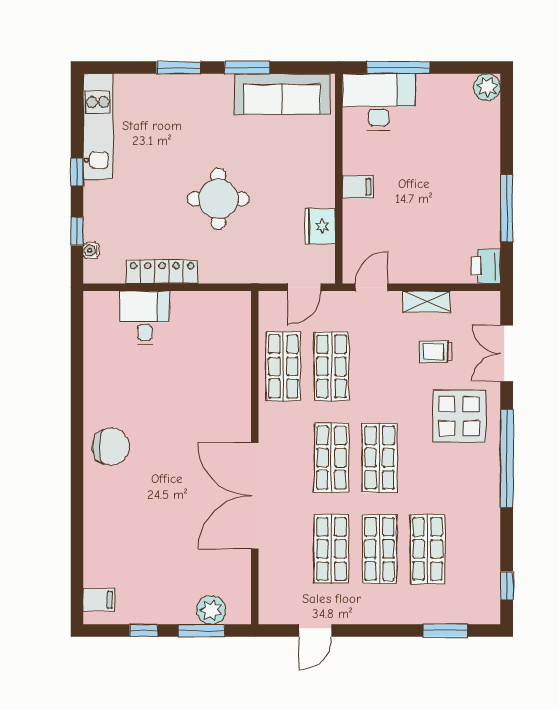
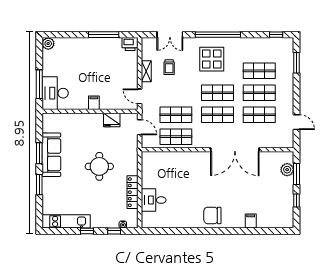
sofa: (282, 94) -> (51, 155), moved
display table: (459, 416) -> (212, 59), moved
chair: (111, 446) -> (212, 215), turned -90
filing cabinet: (99, 600) -> (251, 221), moved

